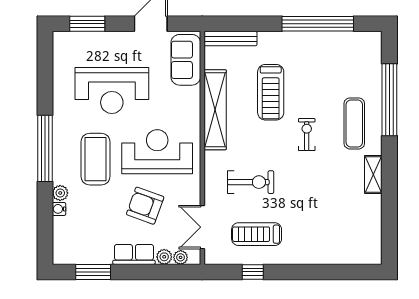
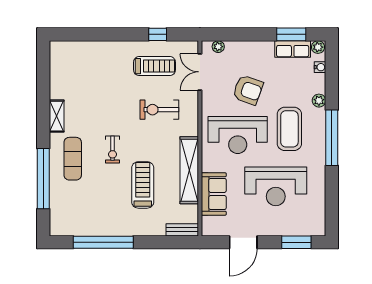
bench: (231, 39) -> (182, 230), width x0.73
sofa: (186, 60) -> (214, 194), moved
reception desk: (112, 90) -> (276, 186), turned 180
water cooler: (59, 209) -> (320, 67), moved
double door: (202, 227) -> (200, 72), swing flipped
row of seats: (134, 254) -> (293, 49), moved
plant: (164, 257) -> (318, 47), moved

